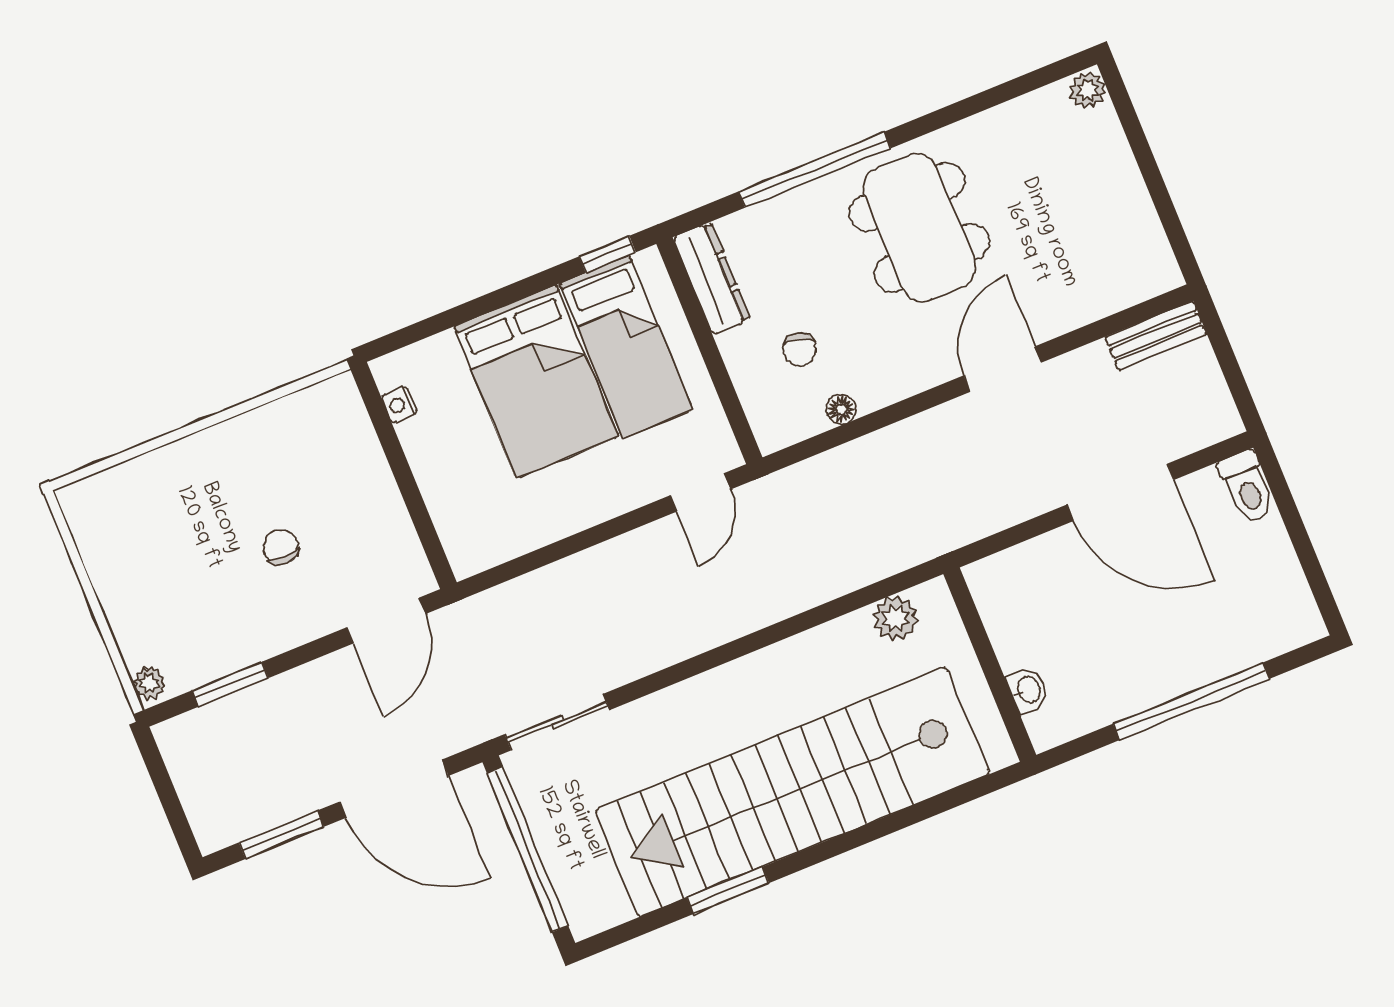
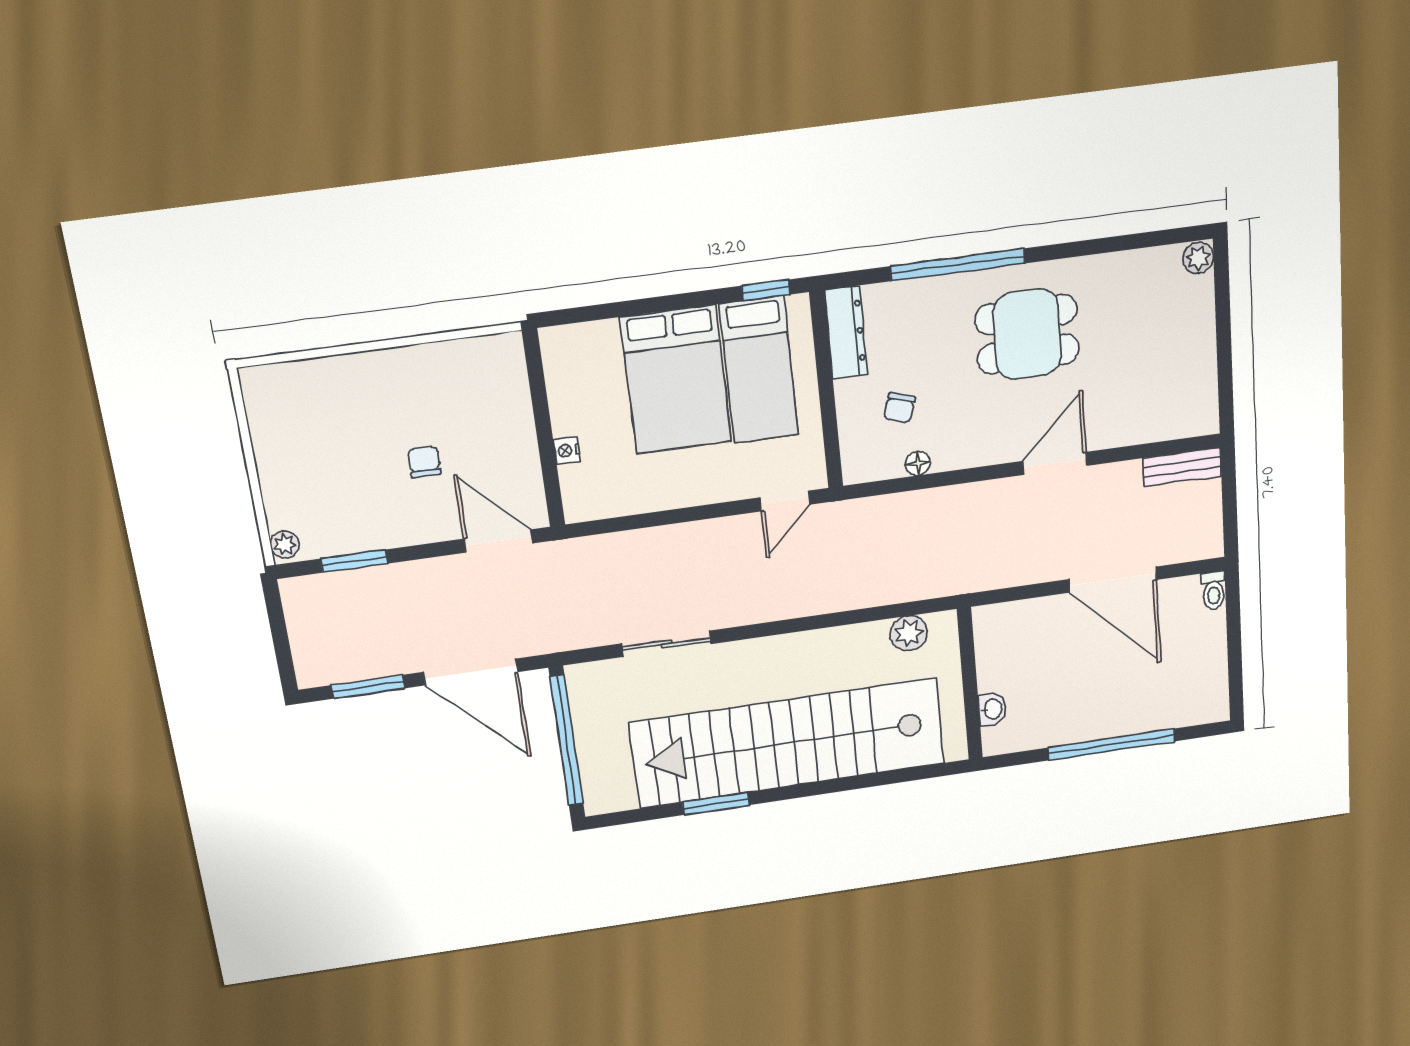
dining table: (920, 227) -> (1027, 334), width x0.73
nightstand: (399, 405) -> (567, 451), moved
toilet: (1247, 487) -> (1213, 591), width x0.73, depth x0.72
door: (386, 621) -> (498, 541), swing flipped
sliding door: (557, 722) -> (666, 644), moved

